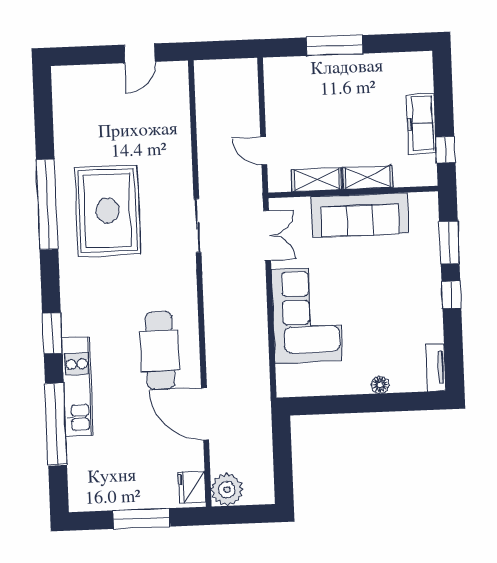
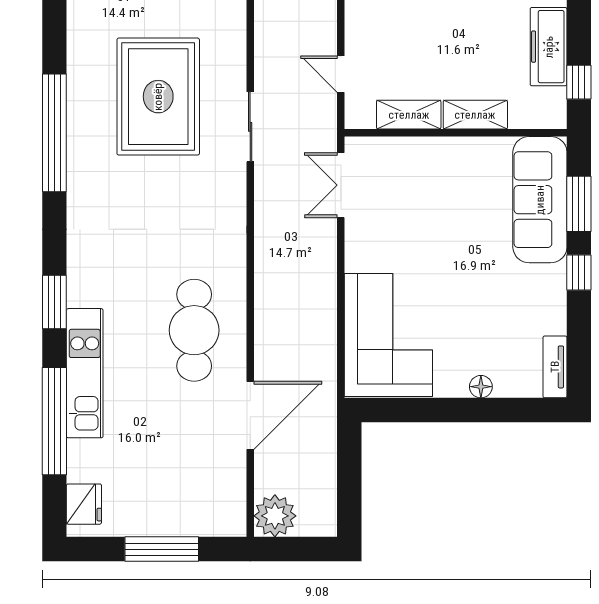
rug: (108, 211) -> (158, 97), moved
sofa: (360, 215) -> (540, 200), moved, turned 90
sliding door: (197, 226) -> (250, 127), moved
double door: (267, 235) -> (341, 185), swing flipped
corner sofa: (307, 315) -> (388, 335), moved
door: (205, 414) -> (250, 415), swing flipped
fridge: (192, 487) -> (84, 504), moved, turned 180

